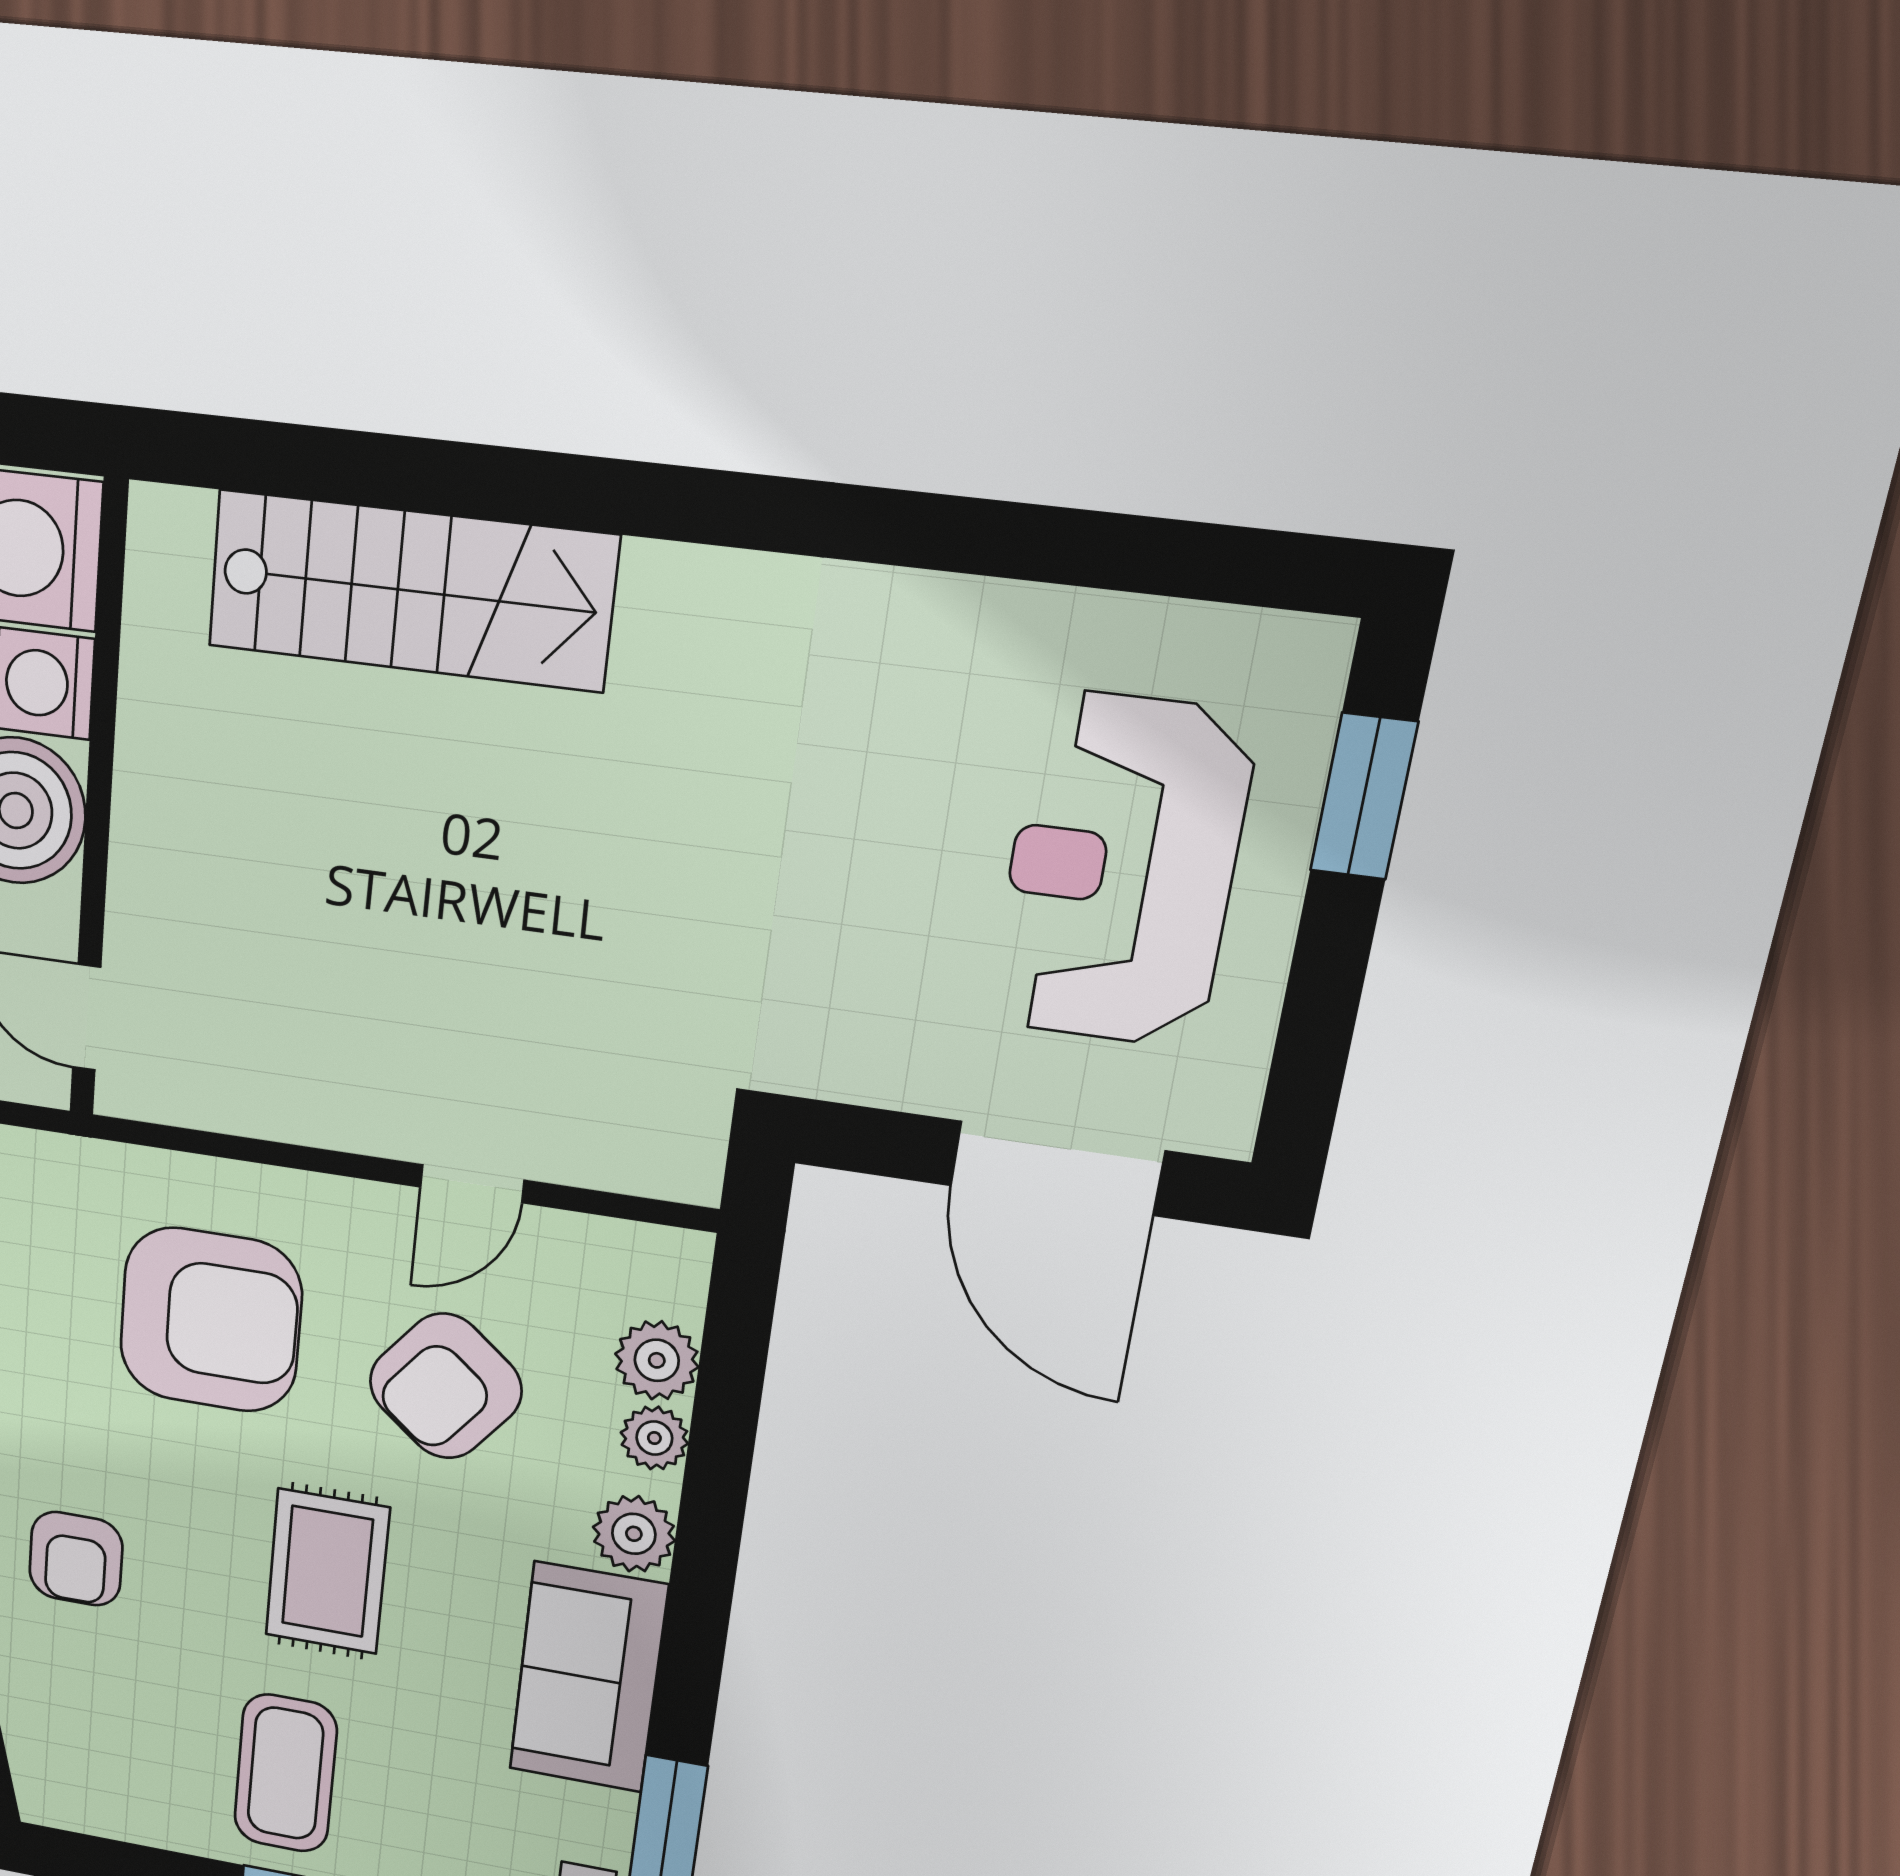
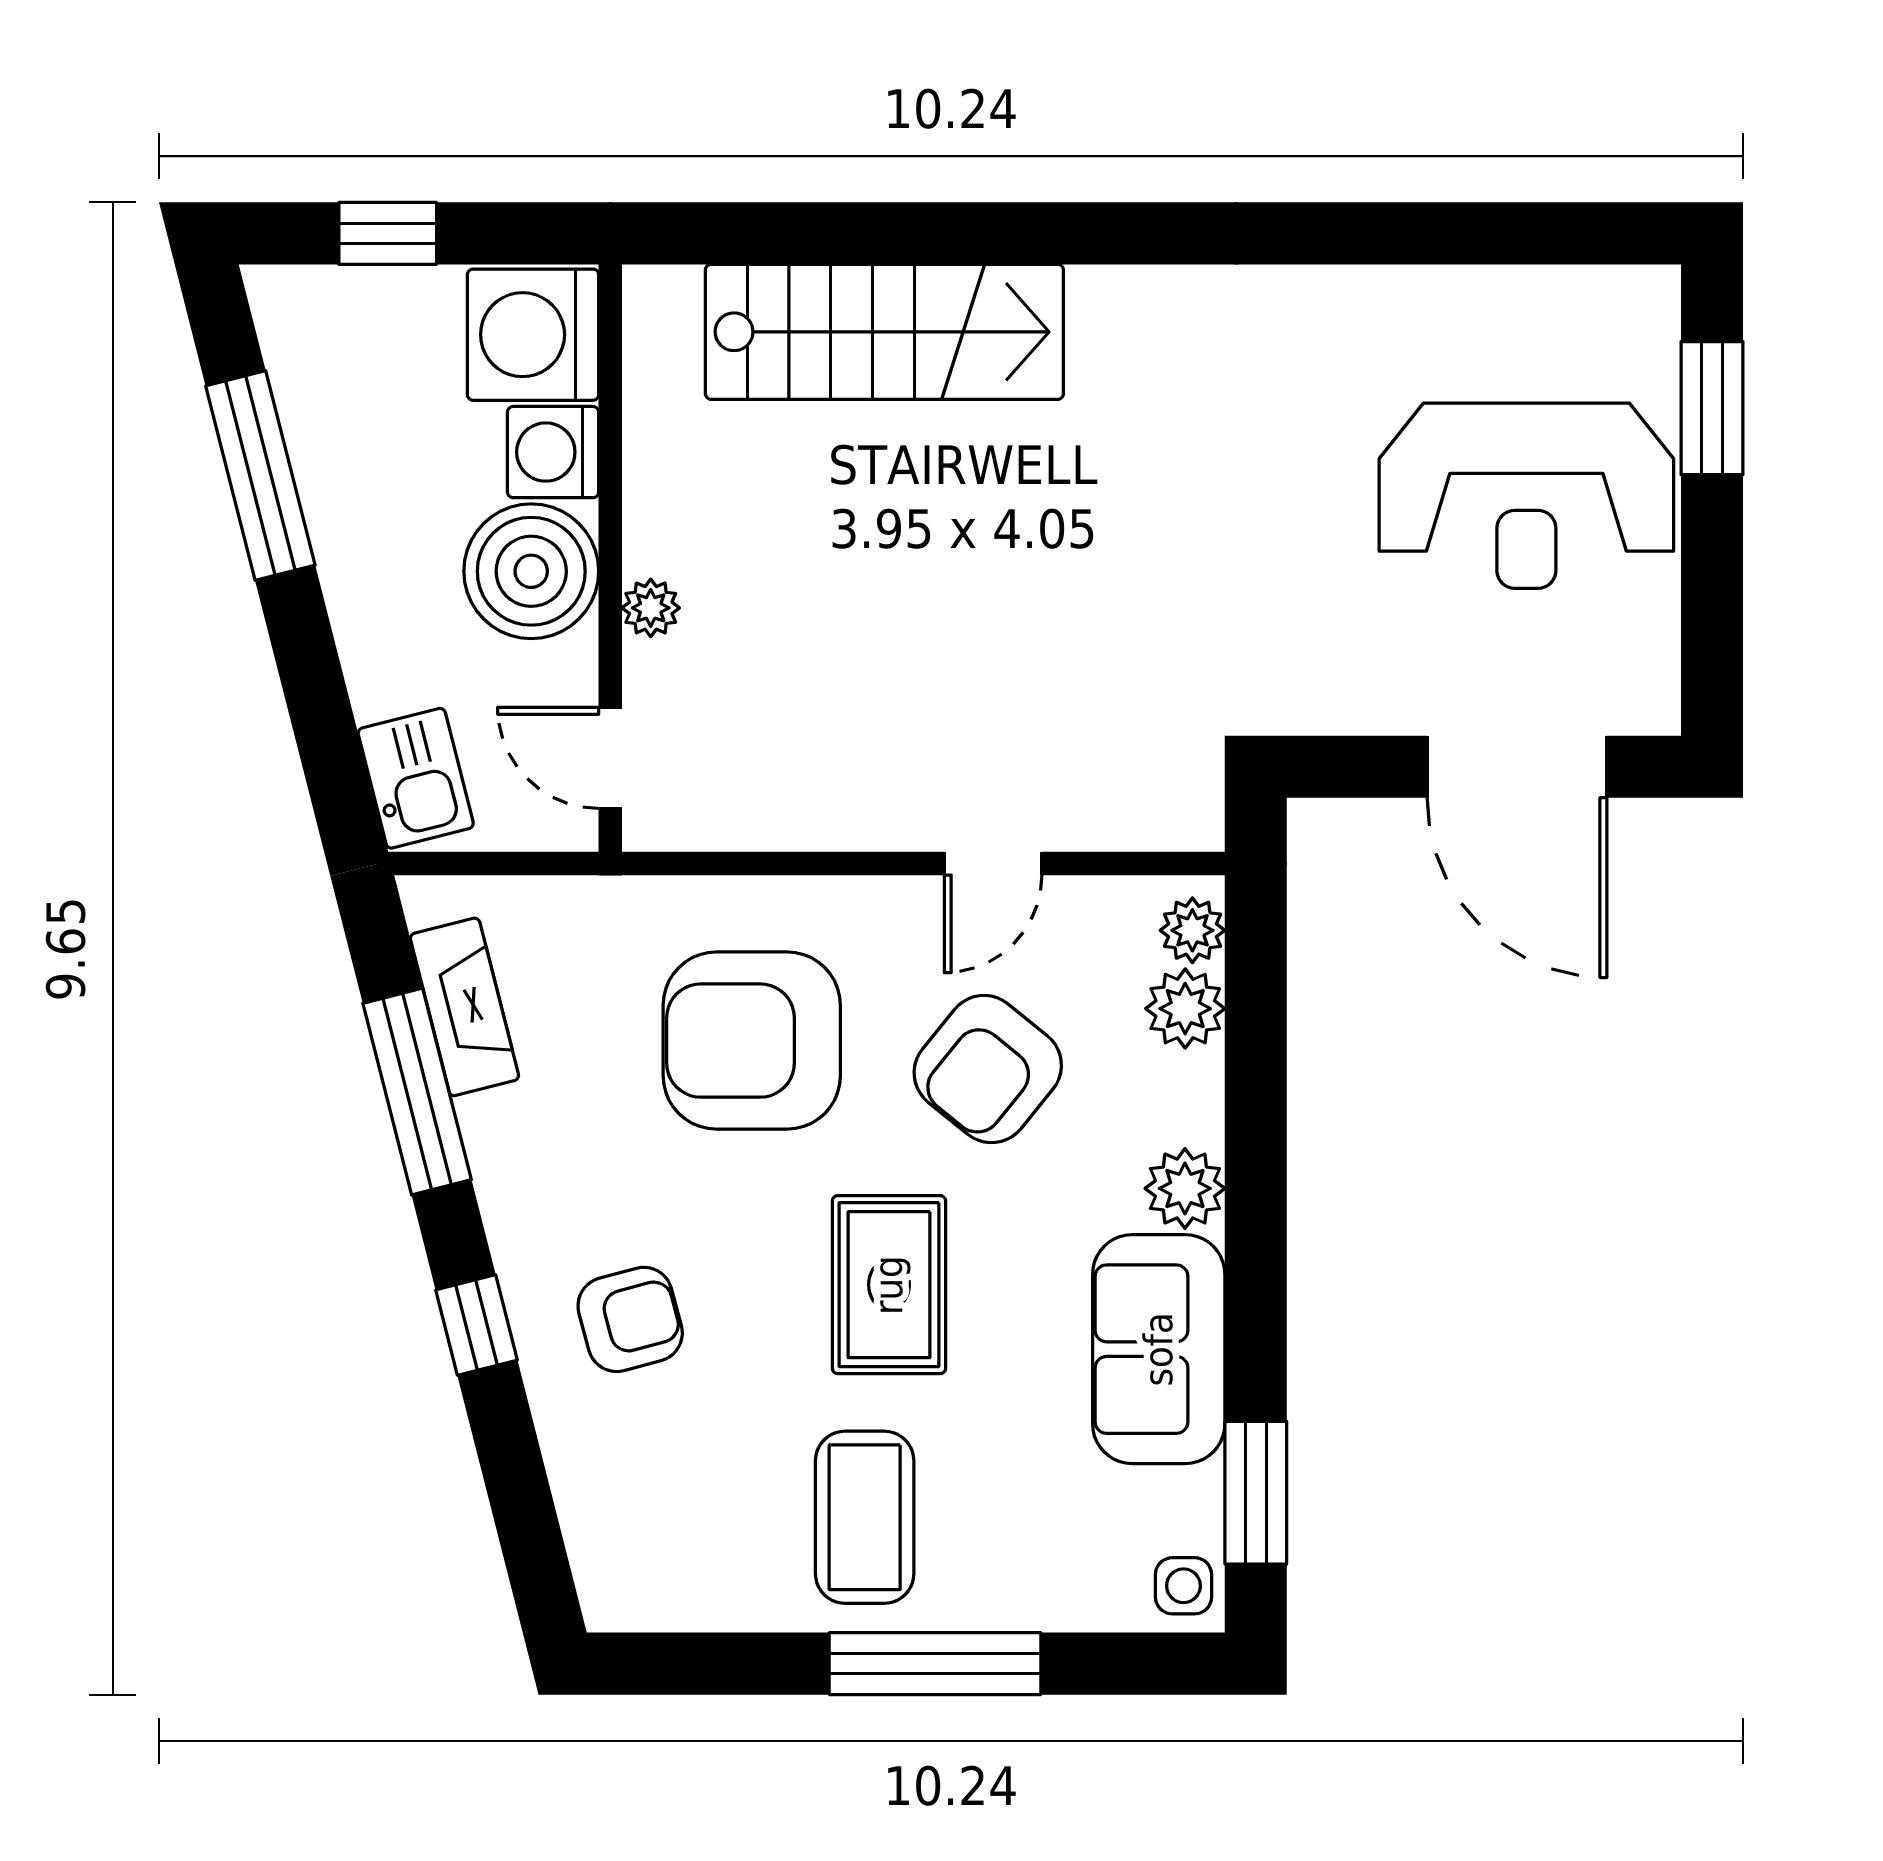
plant: (137, 866) -> (651, 608), added
reception desk: (1121, 870) -> (1526, 496), turned -90
armchair: (211, 1320) -> (752, 1041), turned 180
plant: (654, 1438) -> (1192, 930), moved
armchair: (76, 1559) -> (630, 1319), turned -105

